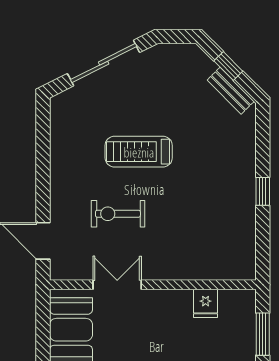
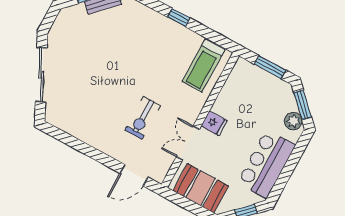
treadmill: (139, 152) -> (204, 66), moved
fridge: (206, 303) -> (214, 123), moved

